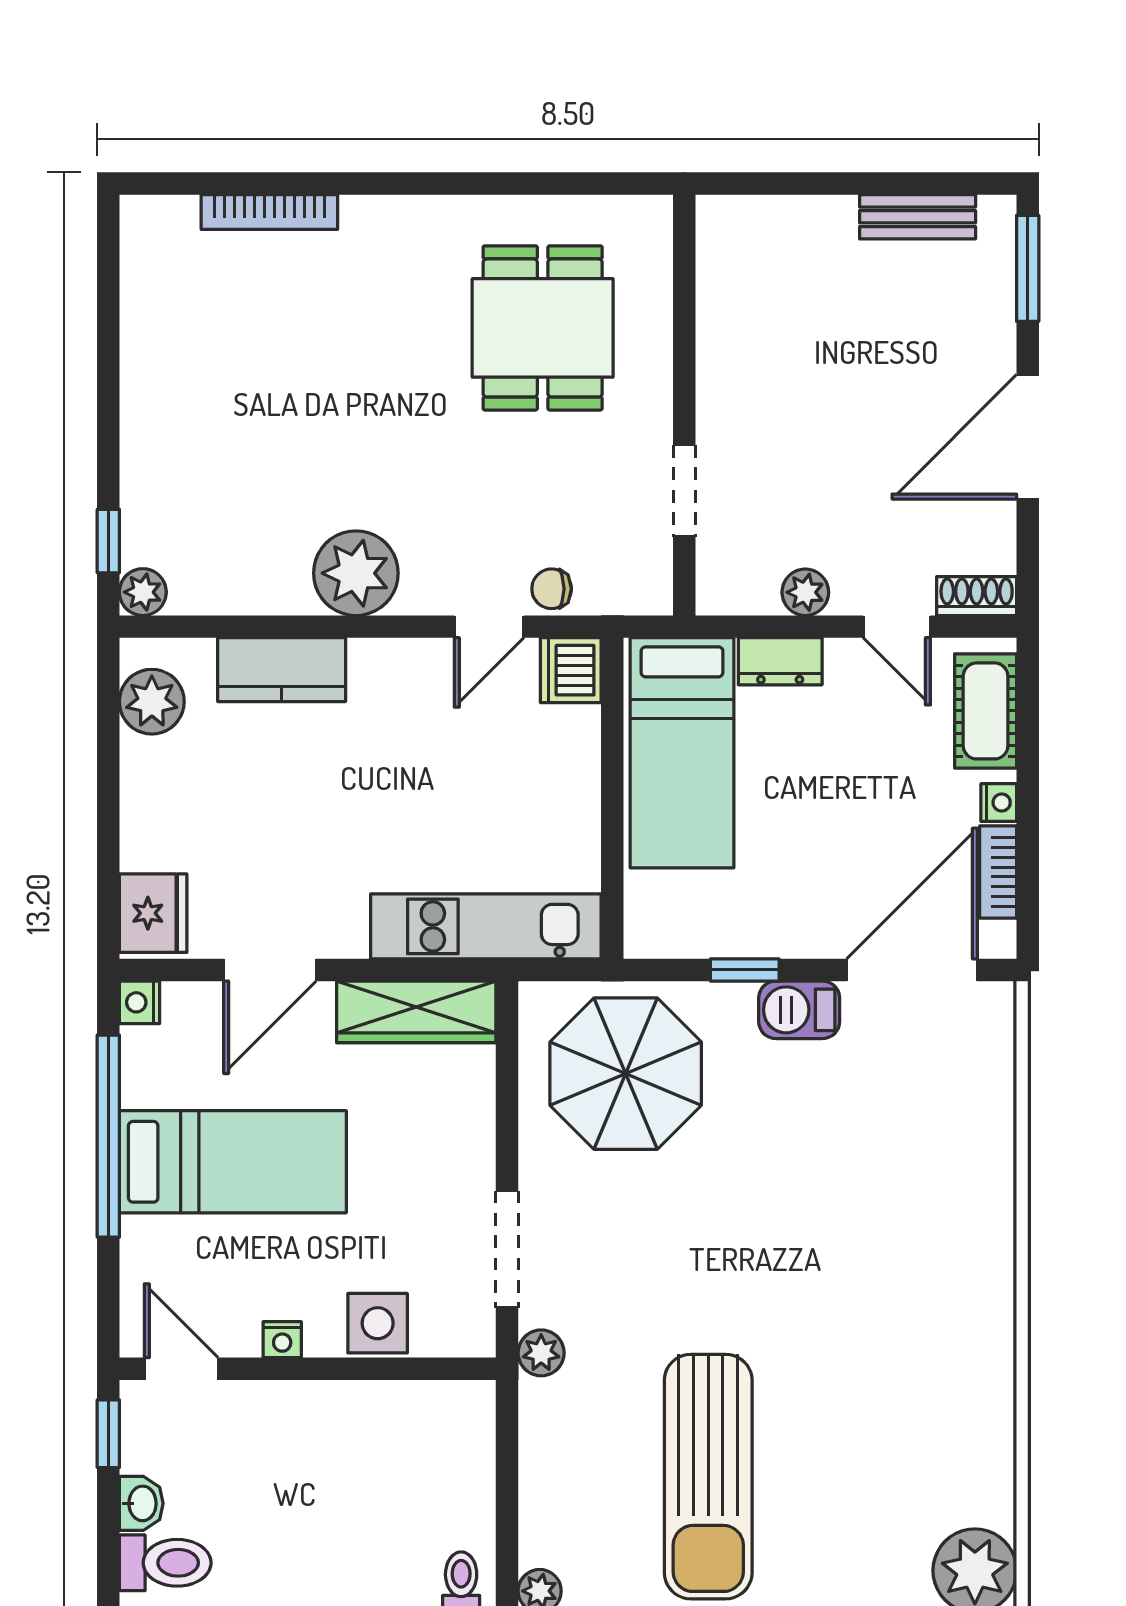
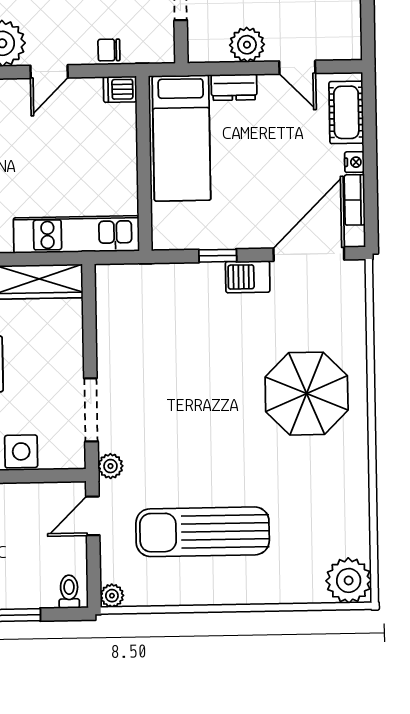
plant: (805, 592) -> (247, 45), width x1.38, depth x1.38
shoe rack: (977, 596) -> (340, 50), removed
door: (489, 627) -> (49, 72), moved
dishwasher: (571, 670) -> (120, 89), width x0.73
parasol: (626, 1074) -> (307, 394), moved
door: (507, 1444) -> (93, 516), added
sun lounger: (708, 1477) -> (203, 532), turned 90

